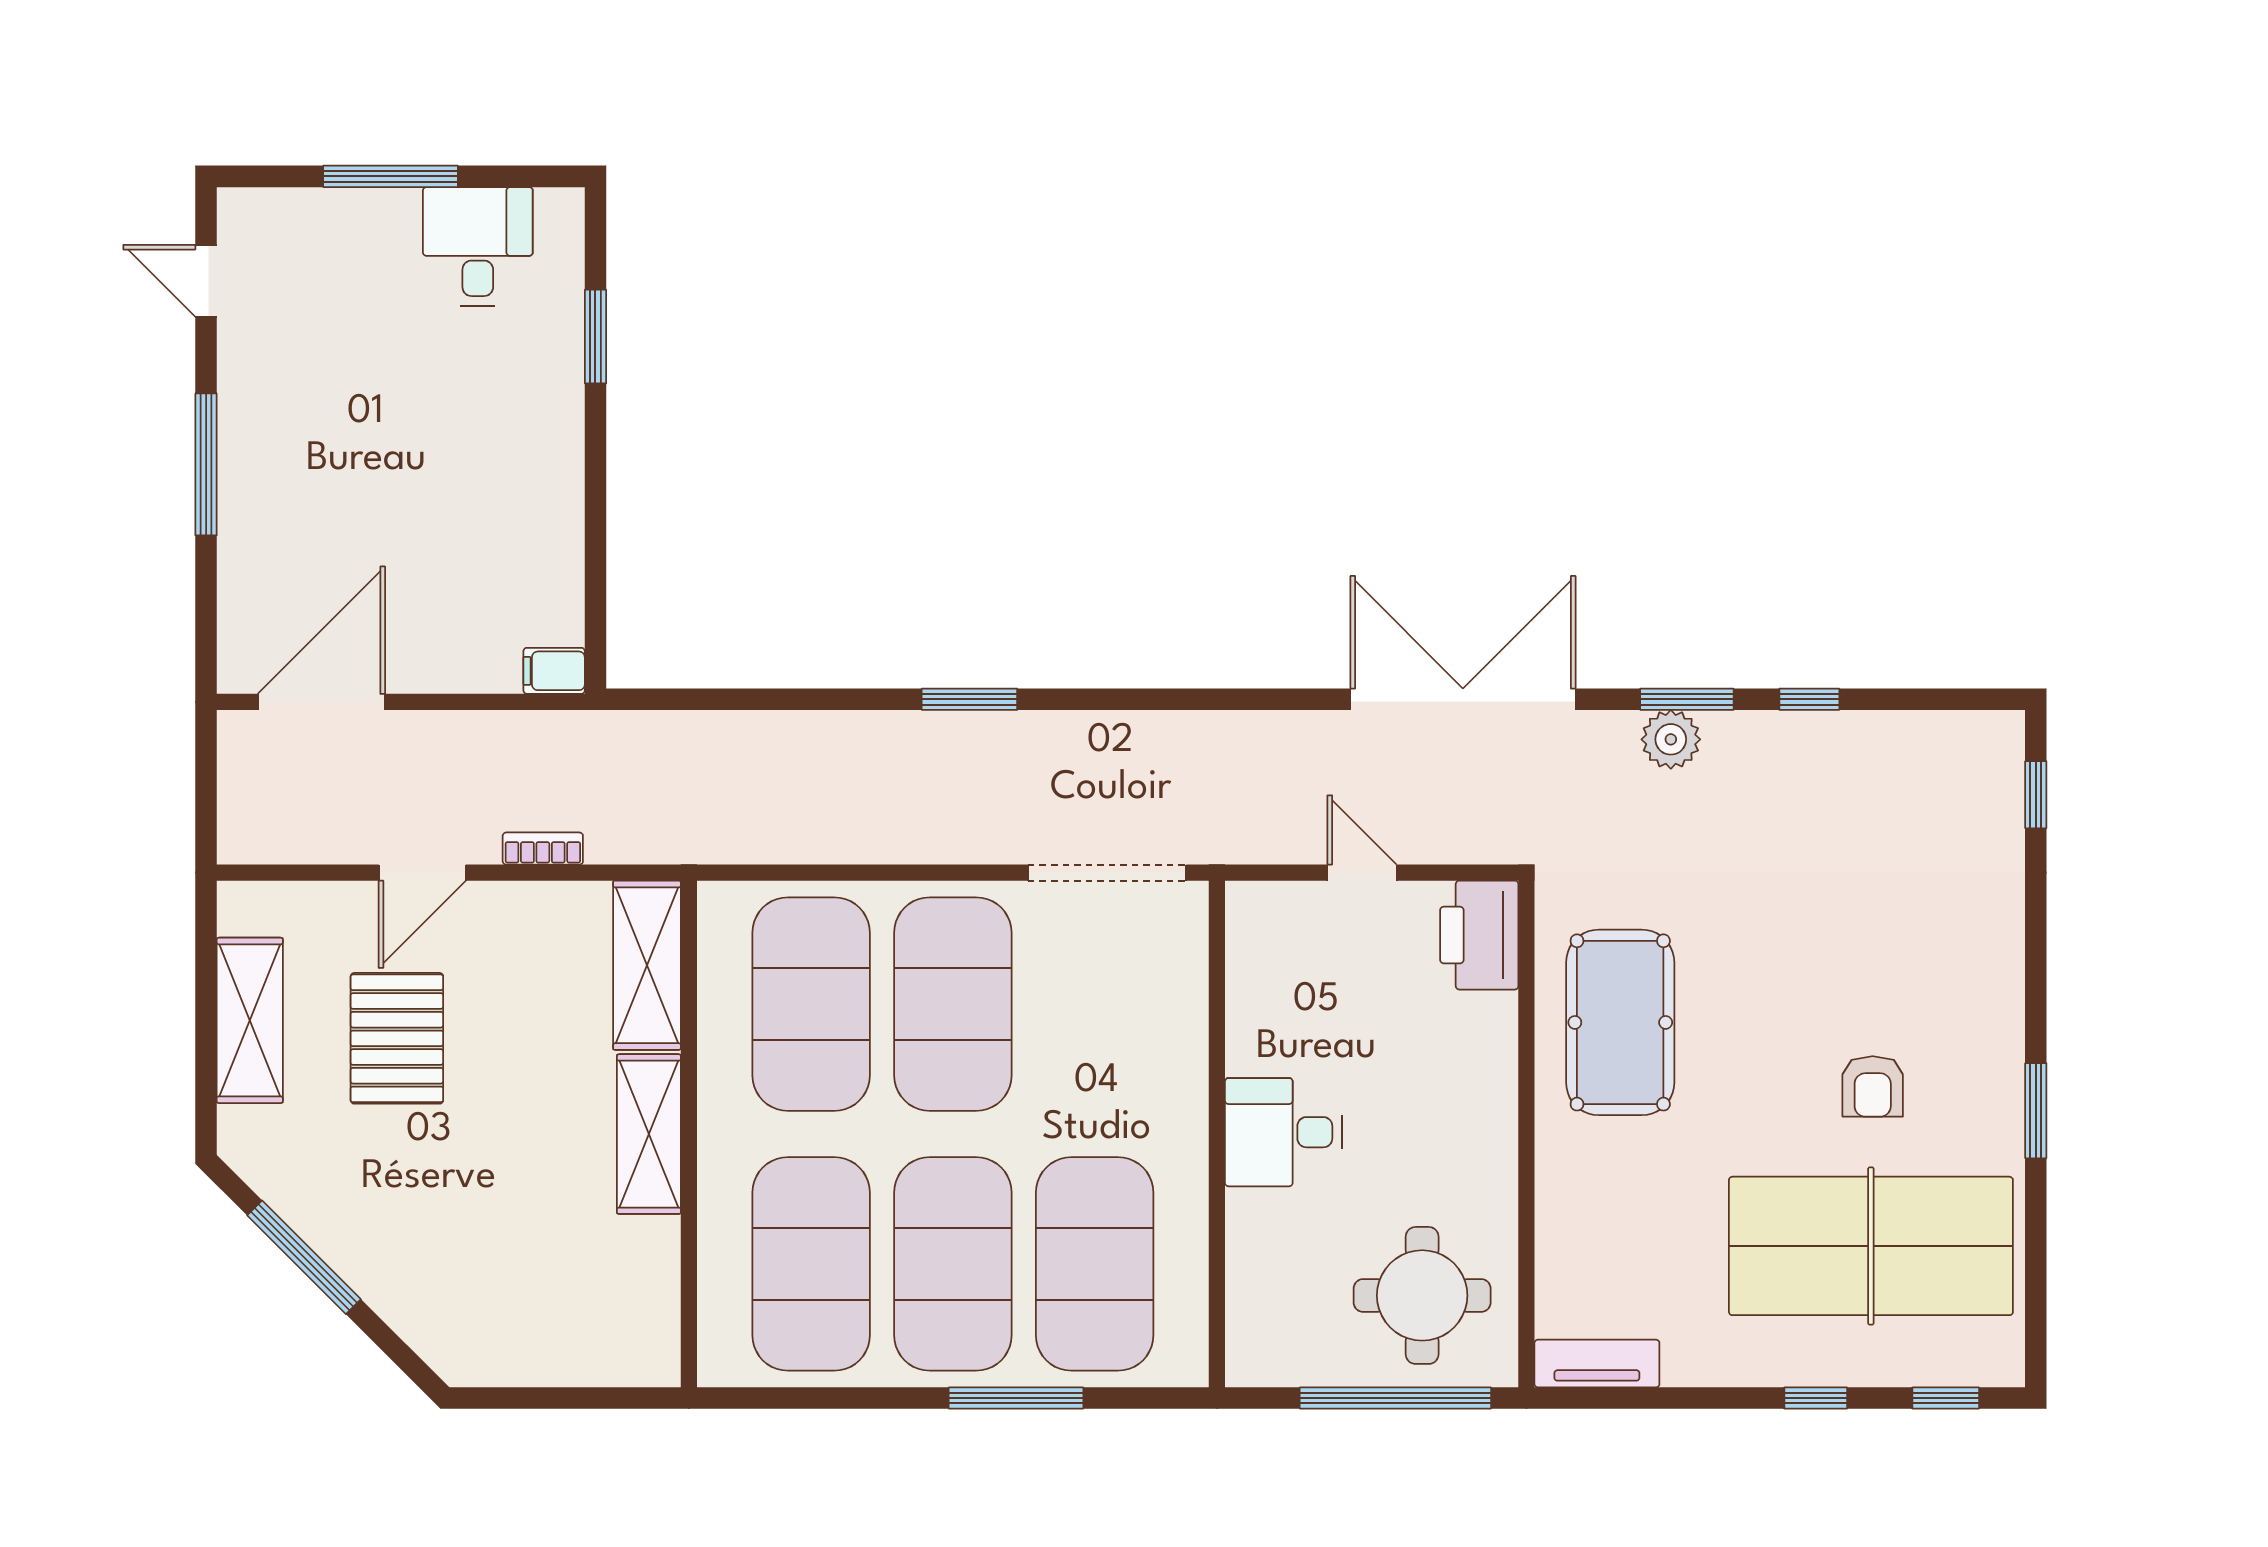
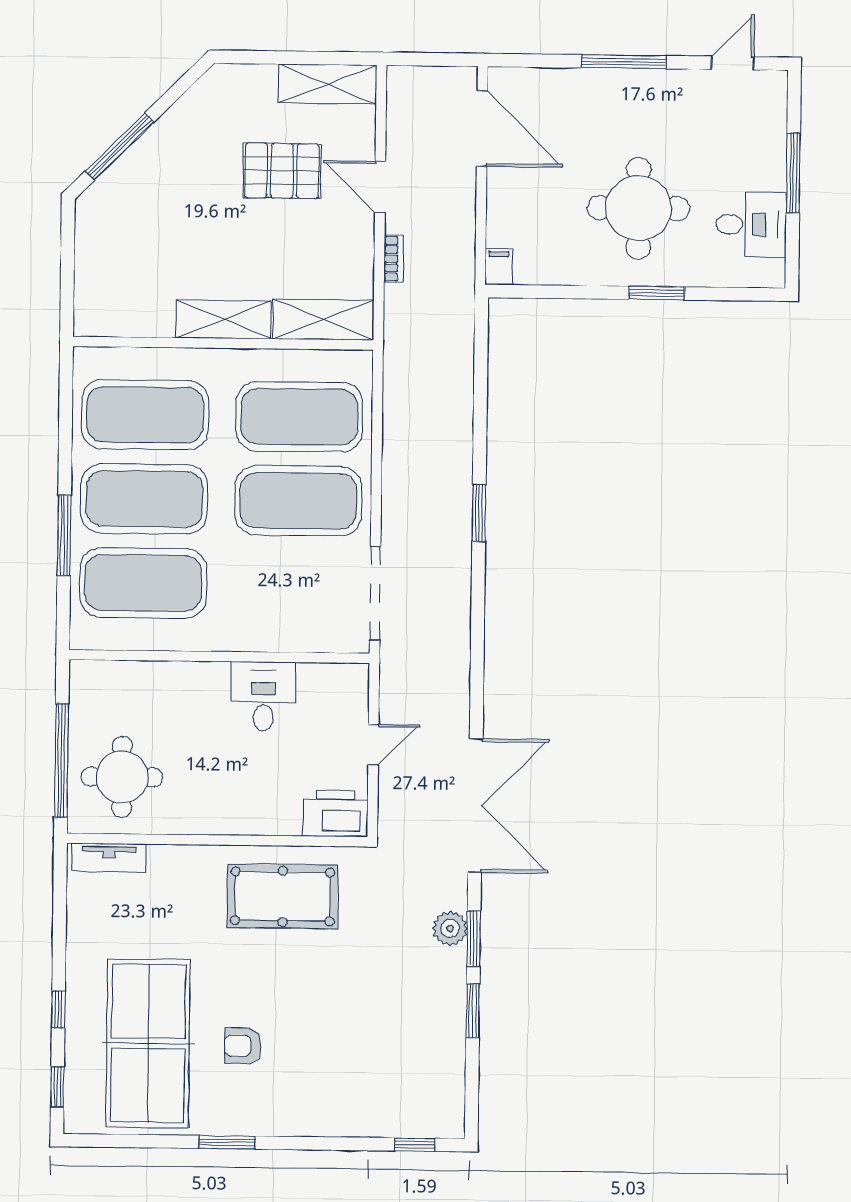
window: (595, 337) -> (657, 293), moved
round table: (453, 437) -> (638, 208), added
window: (1809, 699) -> (473, 1011), width x1.50
shelving: (250, 1020) -> (328, 84), moved
desk: (1283, 1132) -> (264, 696), moved
window: (304, 1257) -> (120, 146), moved
tv unit: (1597, 1363) -> (109, 858), moved, turned 90

